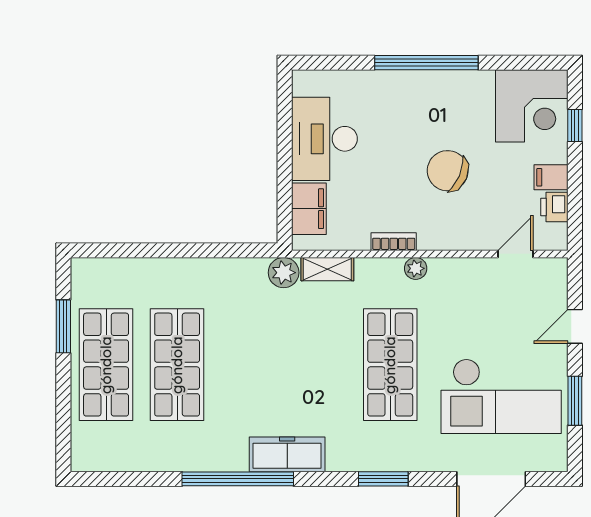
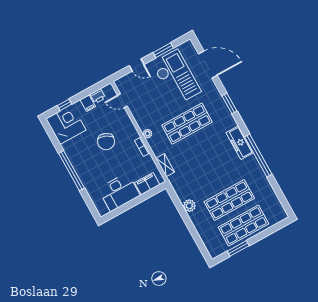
plant: (284, 273) -> (189, 206), moved

